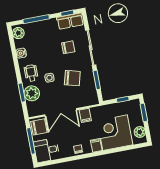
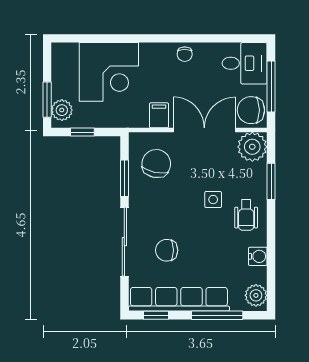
row of seats: (70, 21) -> (179, 299), width x2.02
chair: (72, 78) -> (156, 164), moved, turned 87
plant: (32, 93) -> (252, 147), moved
plant: (140, 132) -> (62, 110), moved
filing cabinet: (96, 145) -> (149, 55), removed

